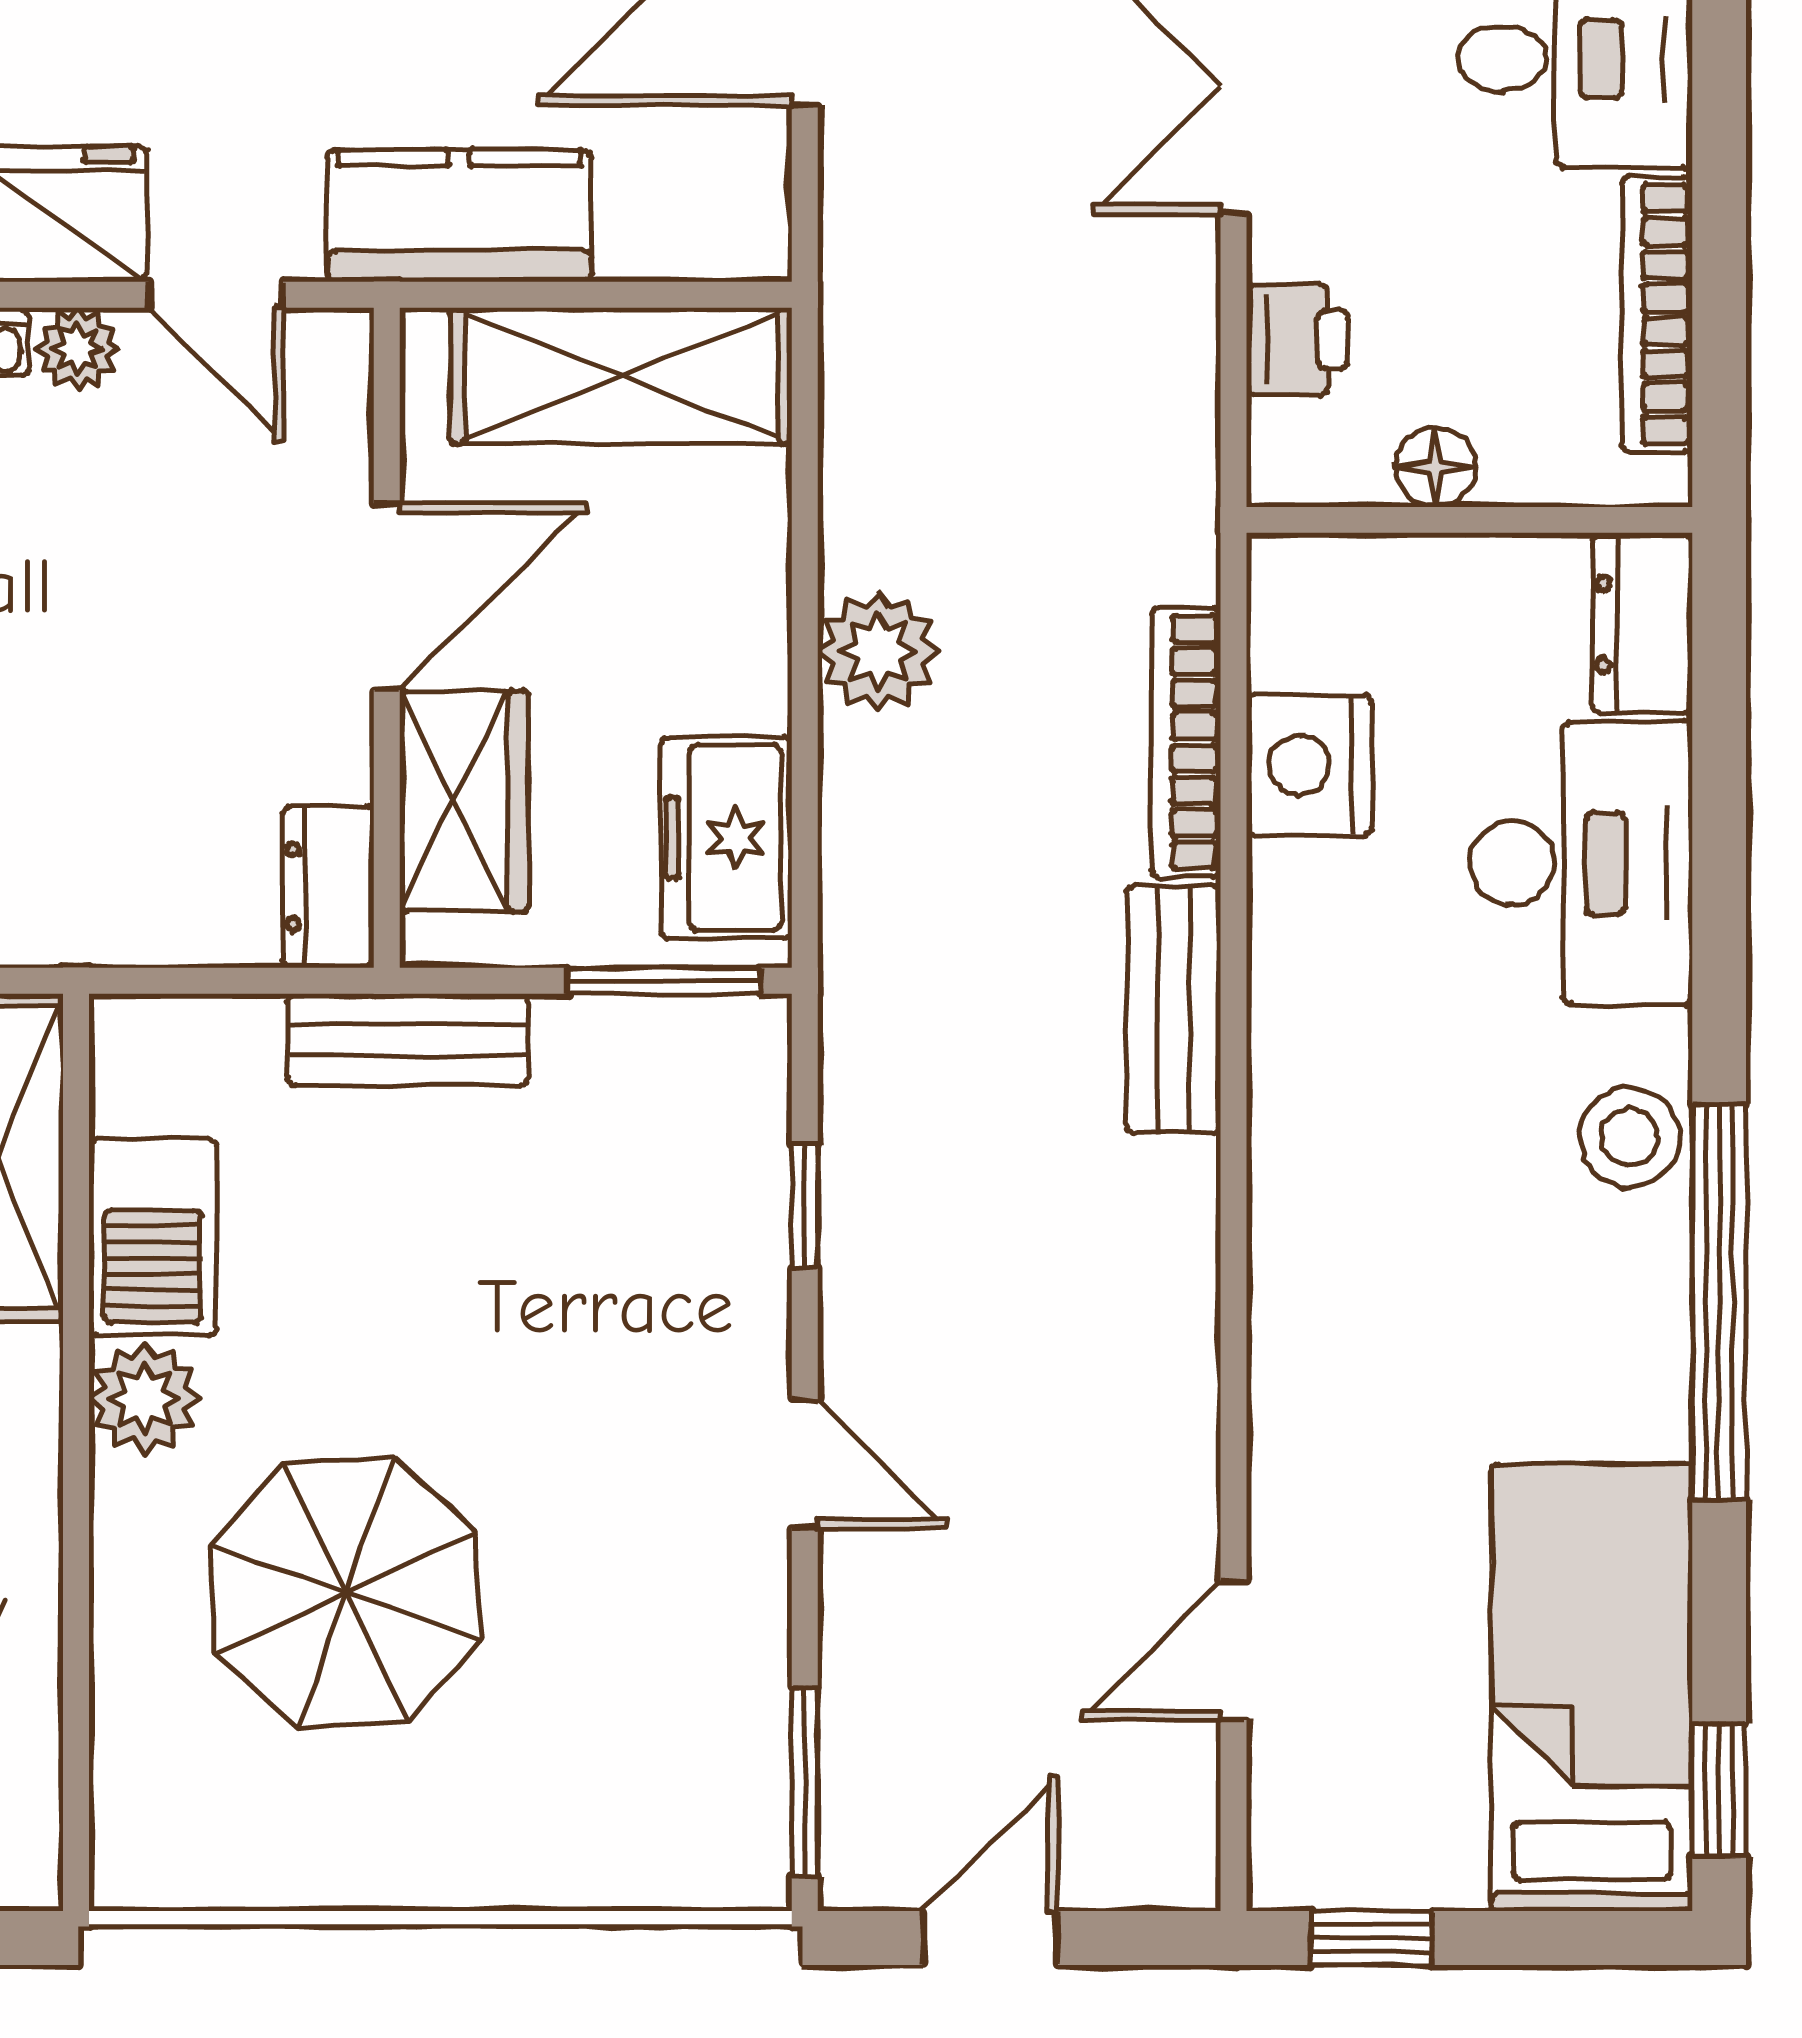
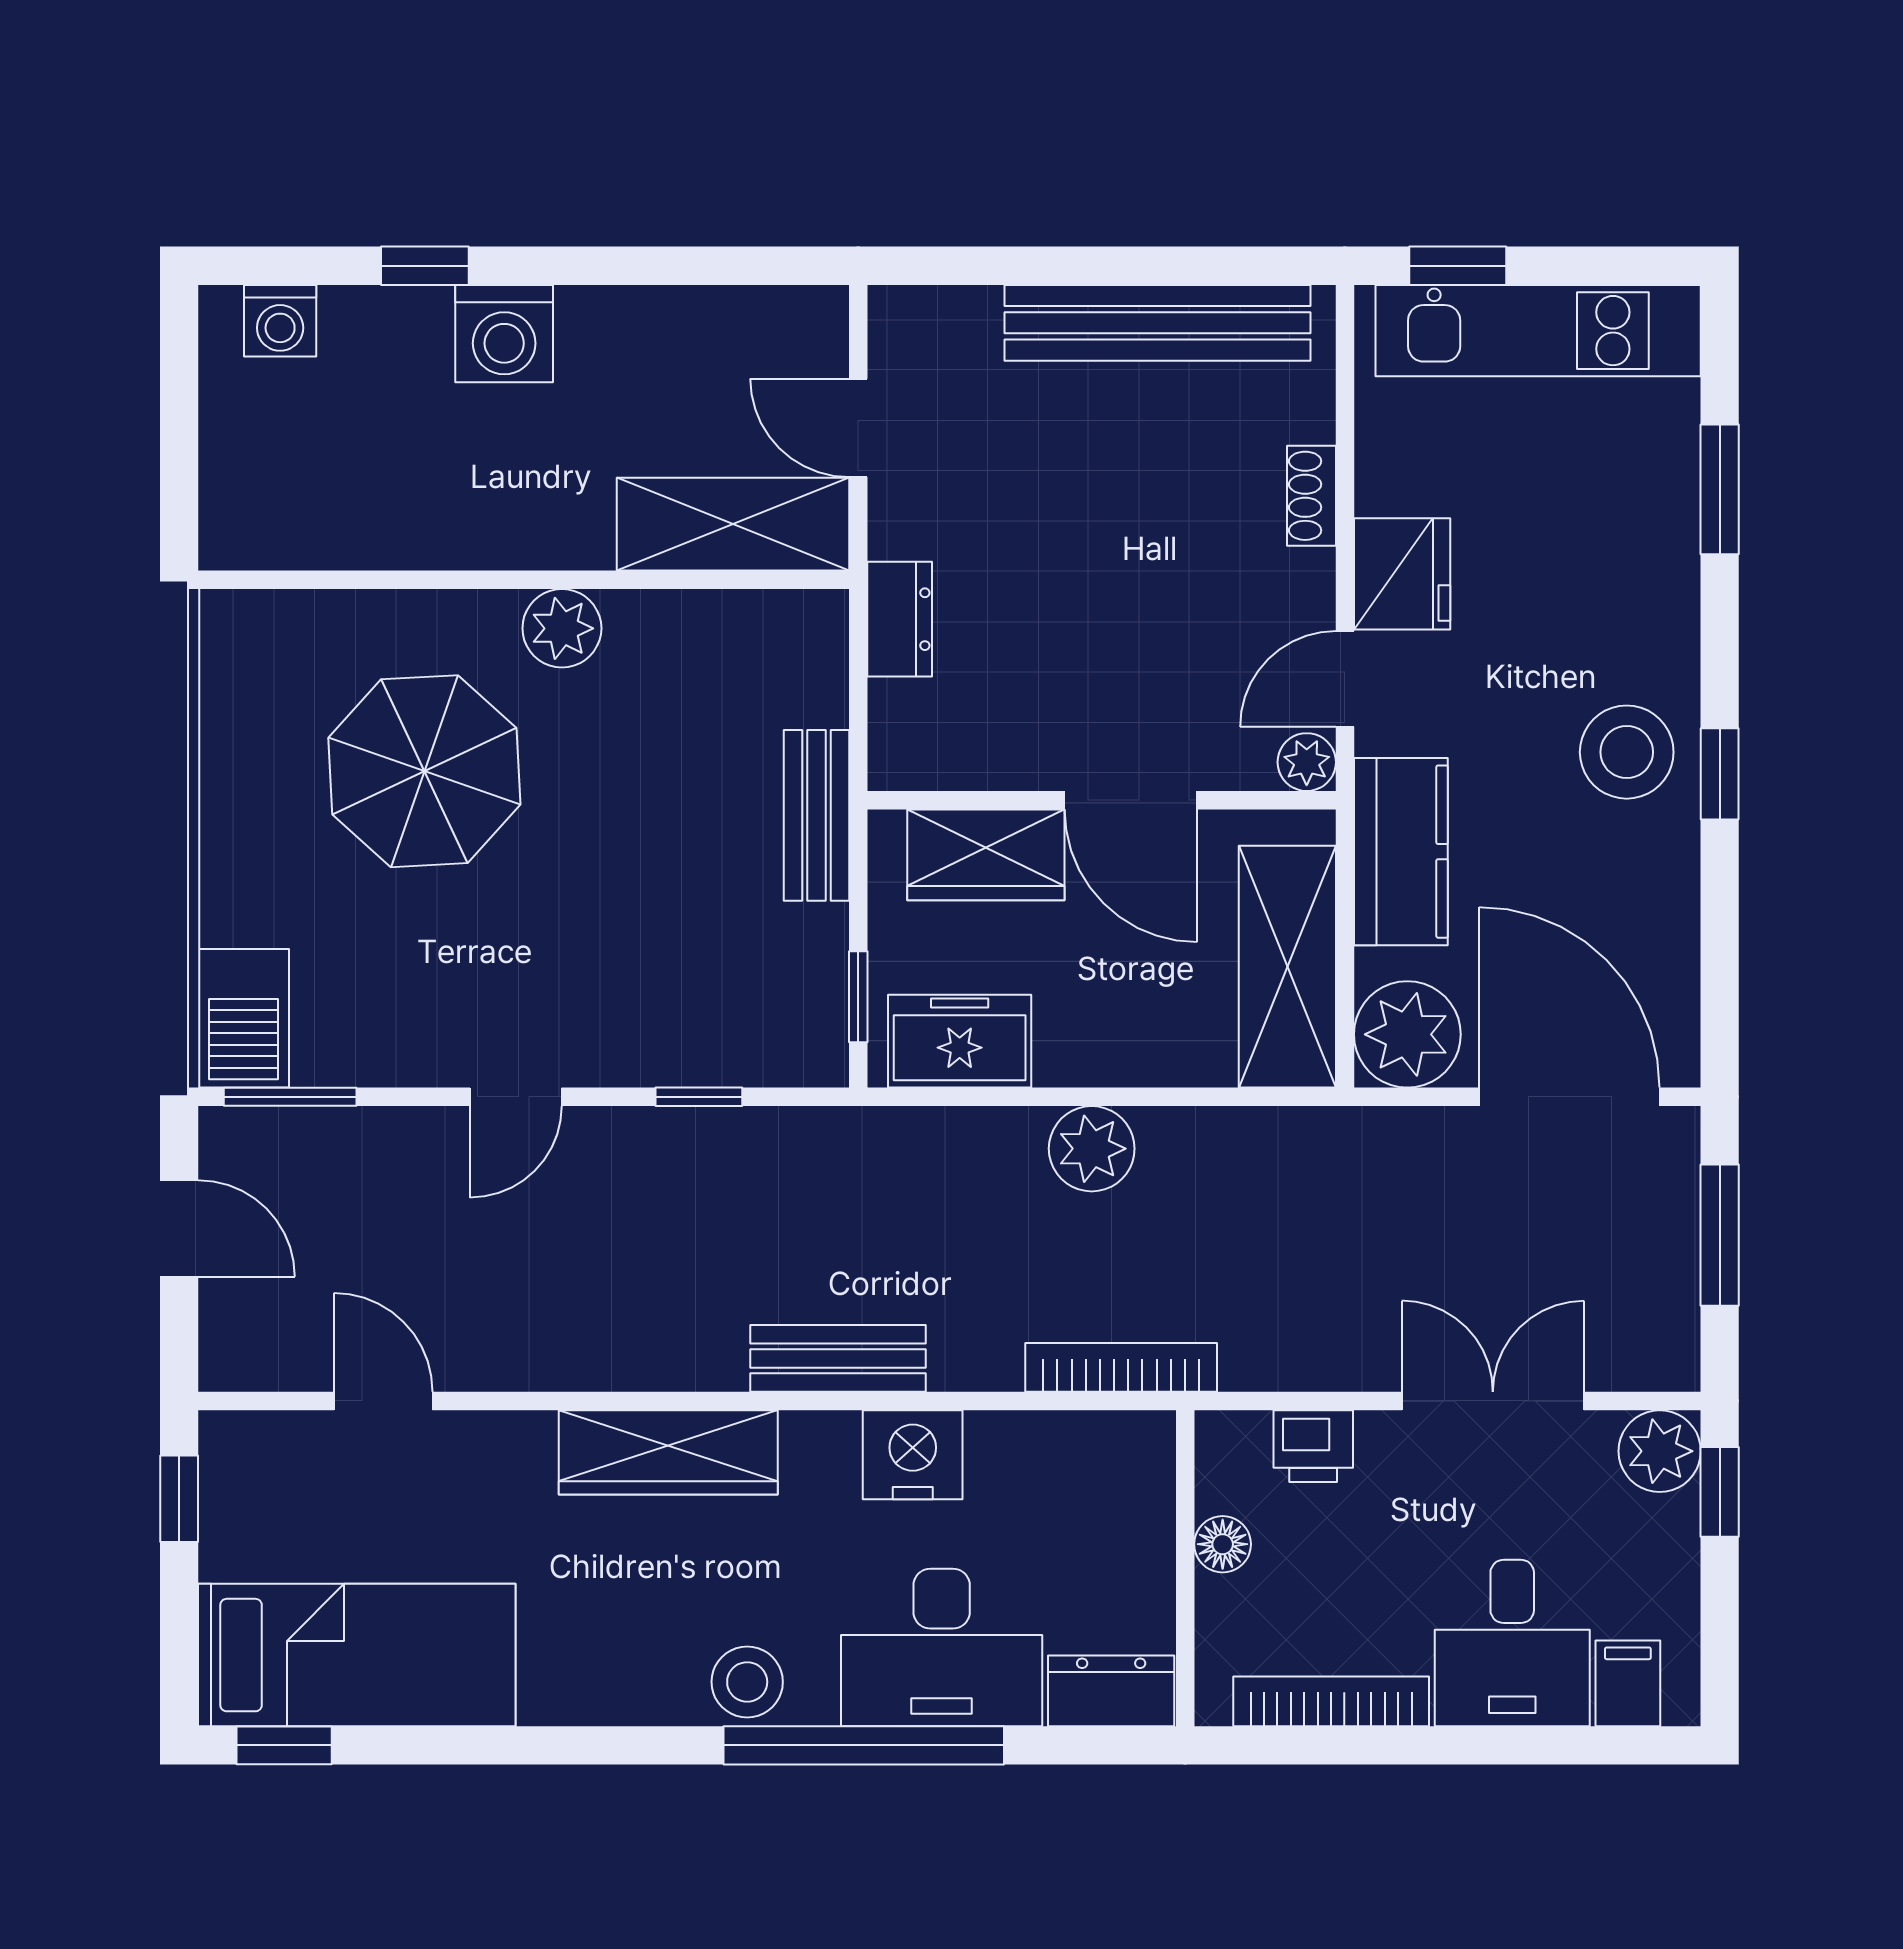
plant: (717, 207) -> (1407, 1034), added
plant: (78, 349) -> (1307, 762), moved
bookcase: (1186, 742) -> (1121, 1367), moved
nightstand: (1309, 765) -> (913, 1455), moved
dresser: (328, 887) -> (900, 619), moved, turned 90
window: (664, 981) -> (858, 997), width x0.67
barbecue: (153, 1237) -> (244, 1018), moved, turned -90
wardrobe: (1306, 1249) -> (668, 1452), added
window: (1719, 1302) -> (864, 1745), moved

